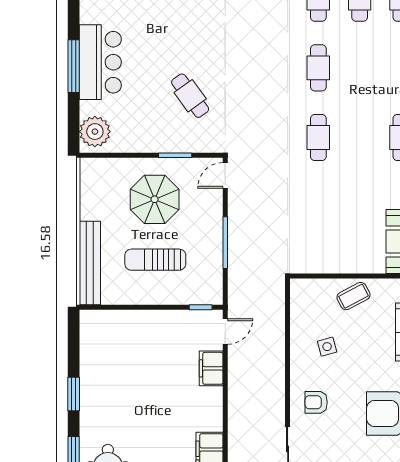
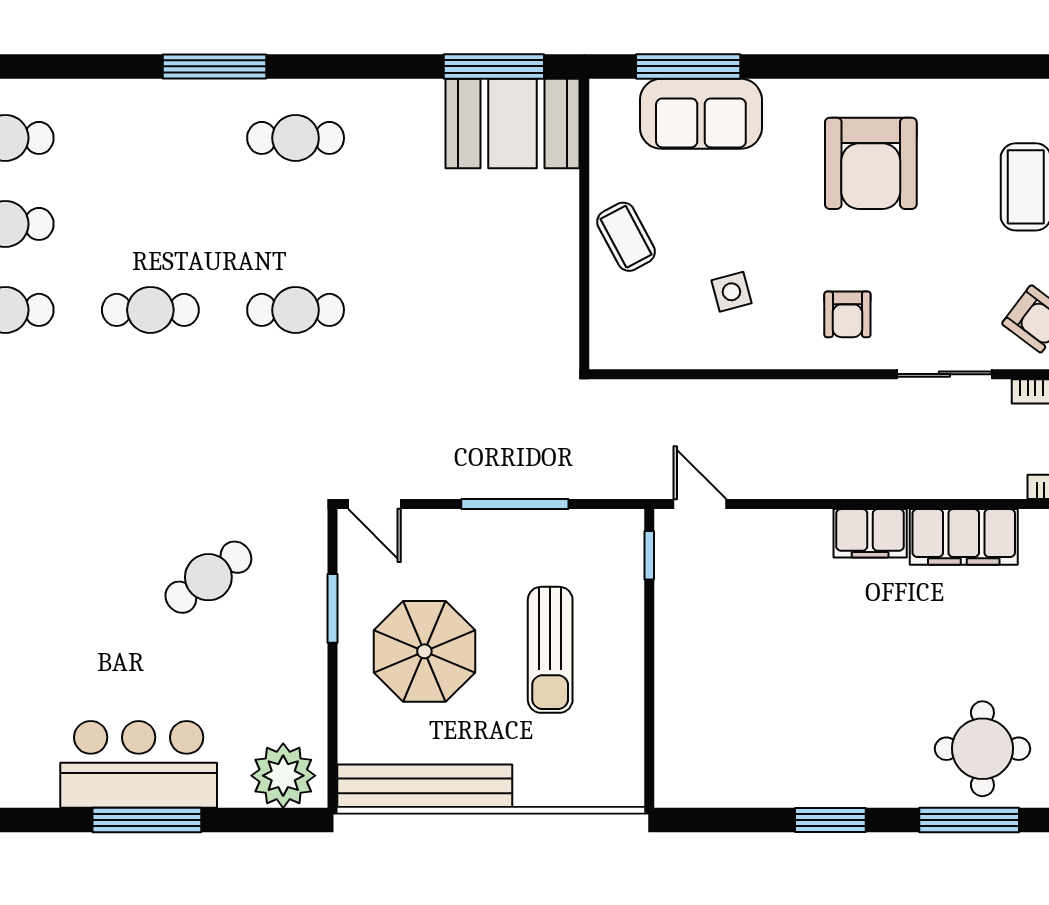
bench: (90, 263) -> (425, 786), moved
filing cabinet: (211, 368) -> (870, 533), moved

